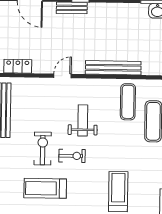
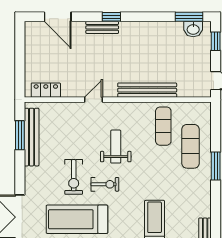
exercise bike: (43, 148) -> (74, 177), turned 180
treadmill: (45, 188) -> (77, 219), width x1.37, depth x1.38

